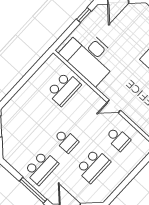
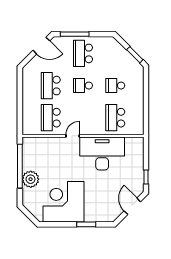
desk: (89, 57) -> (102, 154), moved
school desk: (39, 116) -> (115, 86), added
school desk: (118, 139) -> (51, 118), width x1.85

